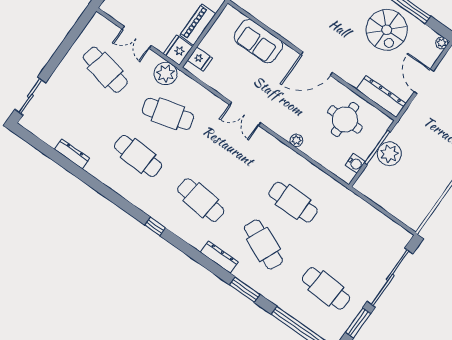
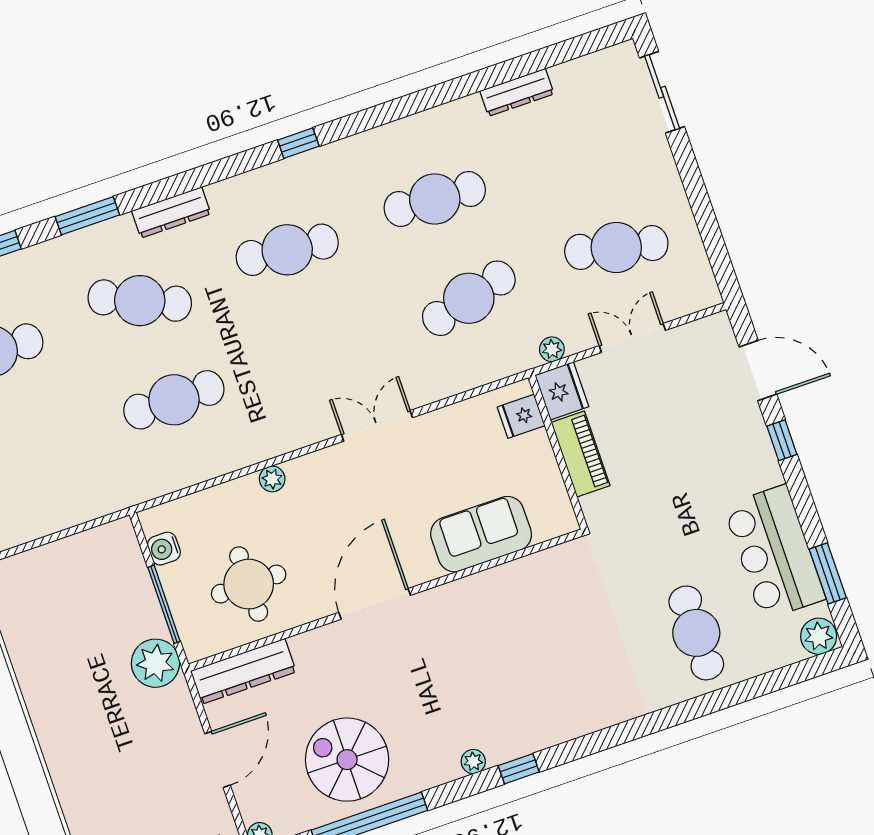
plant: (166, 73) -> (552, 349), width x0.53, depth x0.53
door: (424, 81) -> (217, 759), hinge flipped
plant: (389, 154) -> (155, 663), moved

